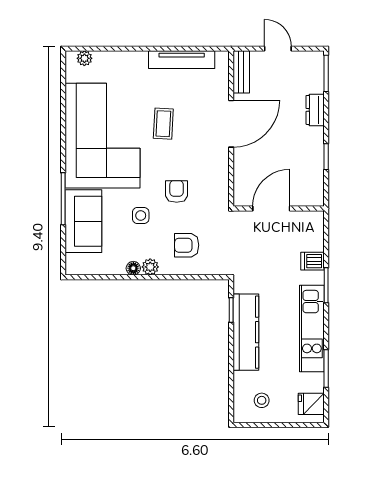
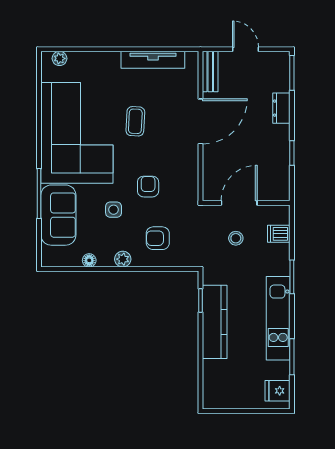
dishwasher: (313, 261) -> (279, 234), moved
floor lamp: (133, 268) -> (89, 260), moved
stool: (262, 400) -> (236, 238), moved

